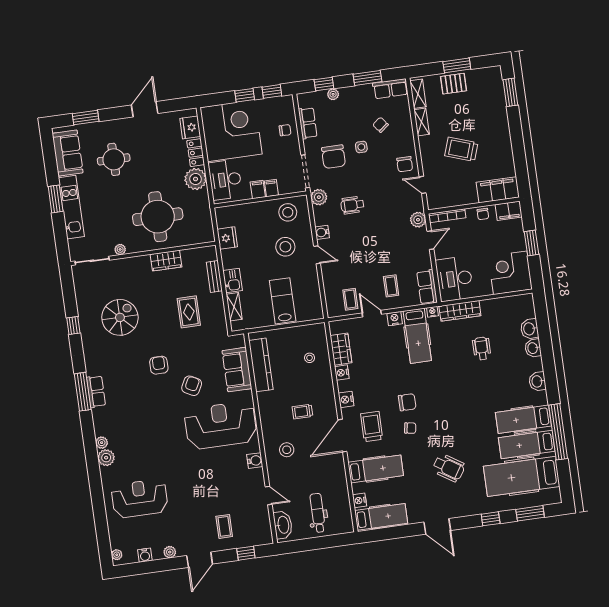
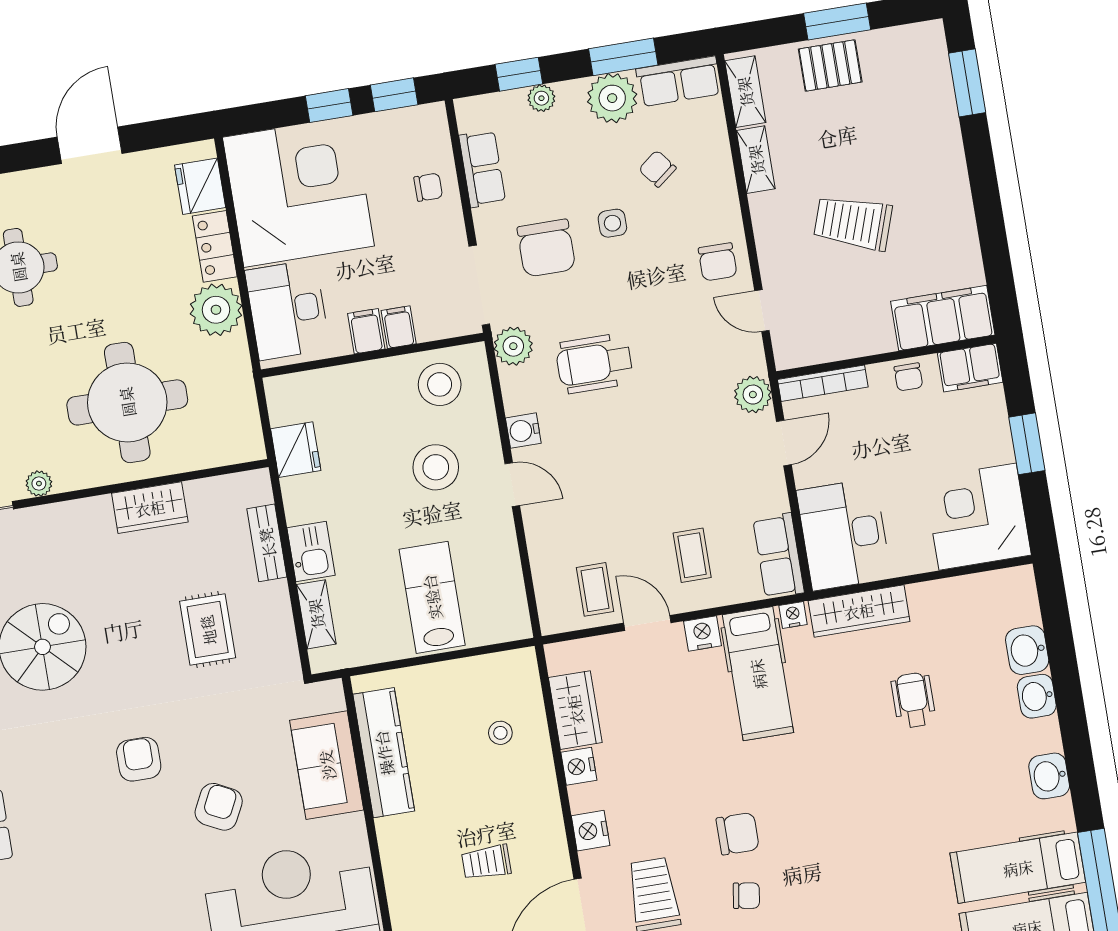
plant: (362, 95) -> (612, 98), added
wheelchair: (352, 205) -> (594, 363), width x1.36, depth x1.37

